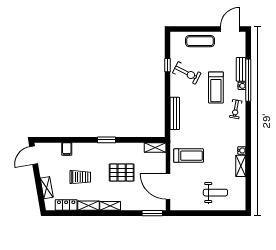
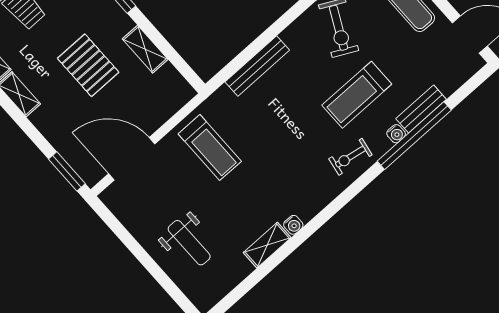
shelving: (155, 147) -> (145, 49), moved
door: (168, 186) -> (132, 159), hinge flipped

